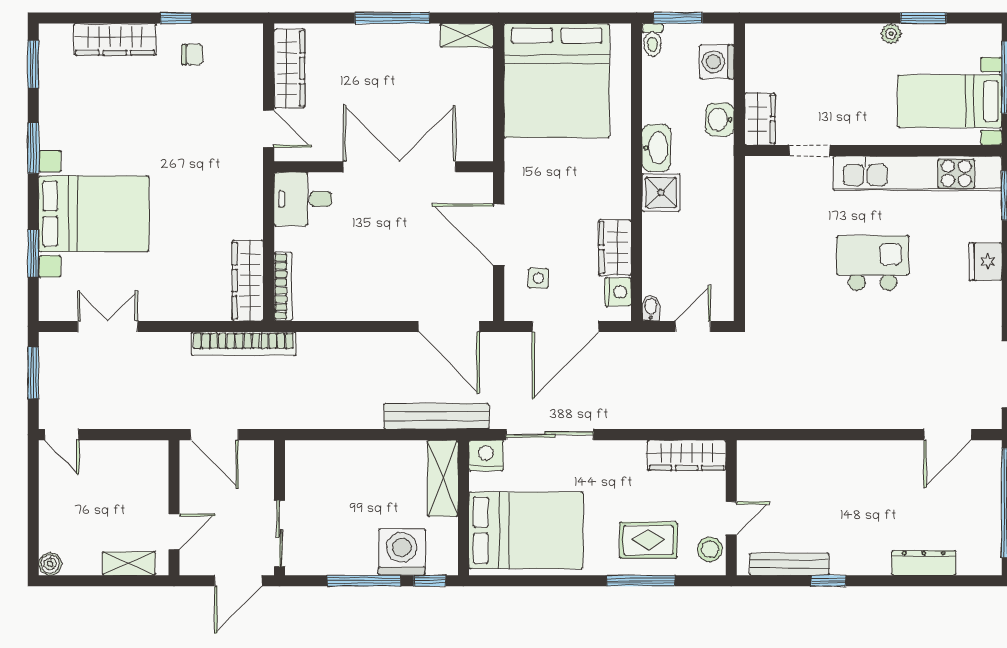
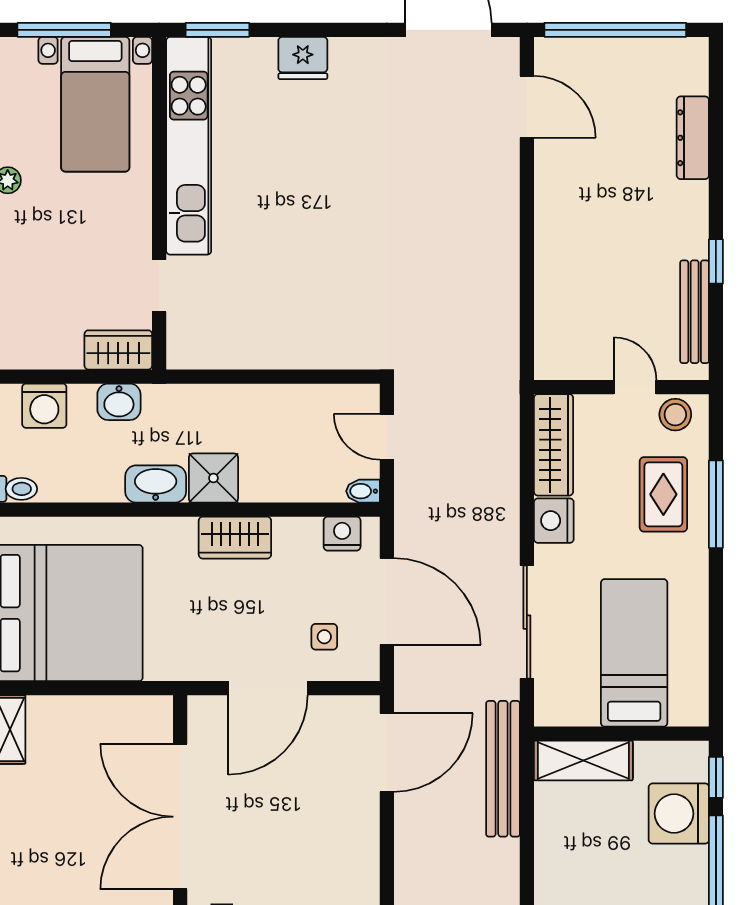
wardrobe: (615, 247) -> (235, 538), moved
kitchen island: (873, 263) -> (305, 204), removed
nightstand: (486, 455) -> (554, 521), moved
bed: (526, 530) -> (634, 653), width x0.67

